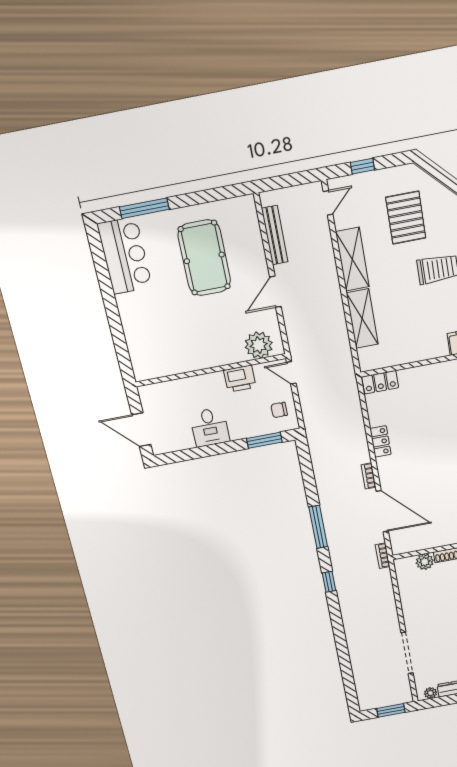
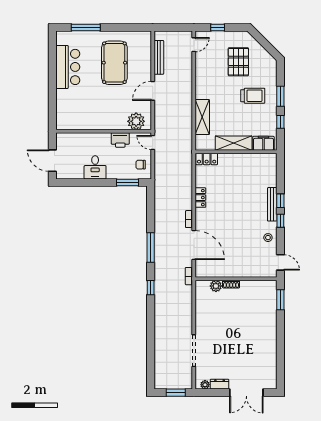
bar counter: (125, 256) -> (68, 67), moved
shelving: (352, 259) -> (234, 143), moved, turned 90

